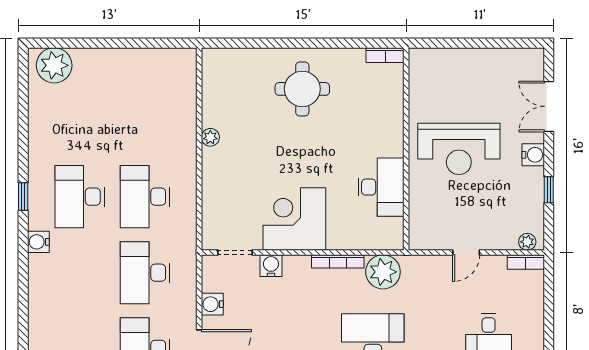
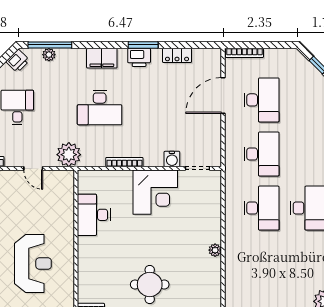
reception desk: (459, 149) -> (33, 263), moved, turned 90
door: (466, 252) -> (33, 168), swing flipped
plant: (383, 272) -> (69, 155), moved
water cooler: (212, 304) -> (214, 132), removed

